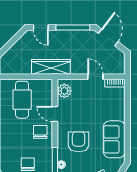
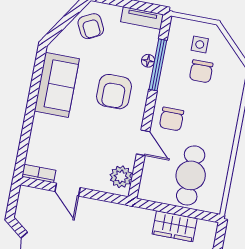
wardrobe: (51, 67) -> (175, 226), moved, width x0.67

